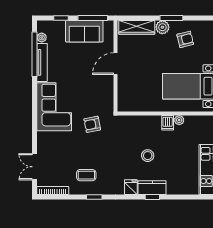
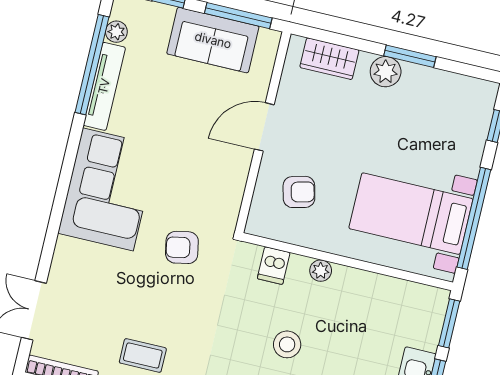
wardrobe: (137, 27) -> (329, 59), width x0.67
armchair: (185, 39) -> (299, 192), moved
plant: (179, 120) -> (321, 271), moved
dishwasher: (168, 123) -> (274, 266), moved

